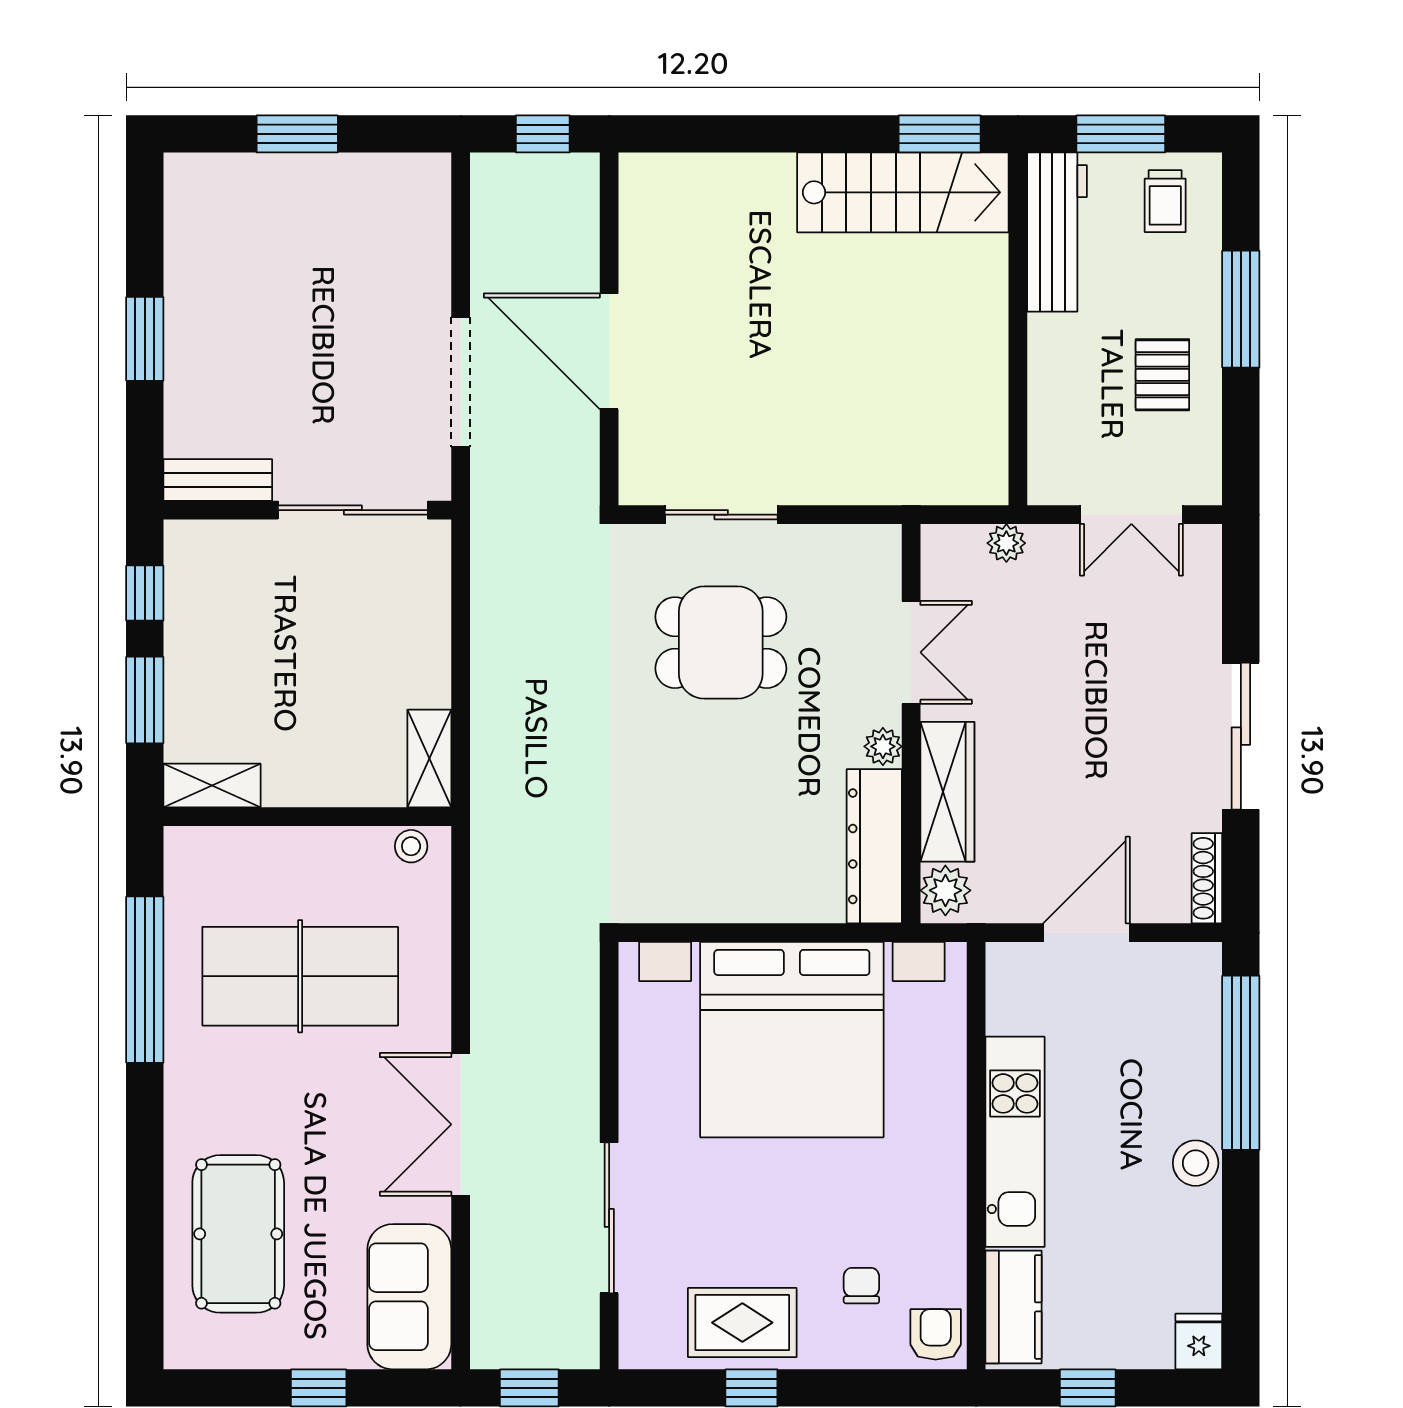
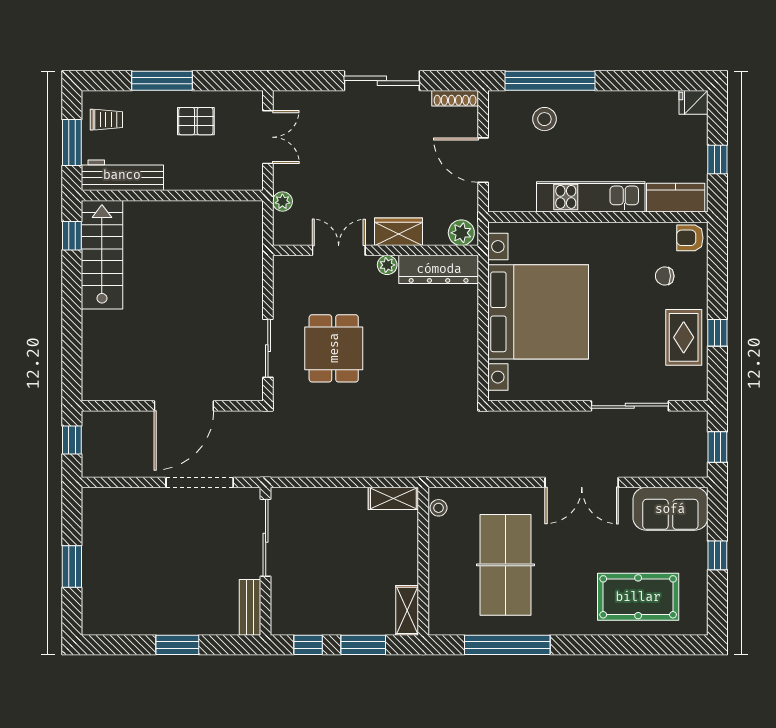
window: (940, 134) -> (72, 236), width x0.67
wardrobe: (947, 792) -> (399, 232), width x0.67
stool: (1196, 1163) -> (544, 119), moved

